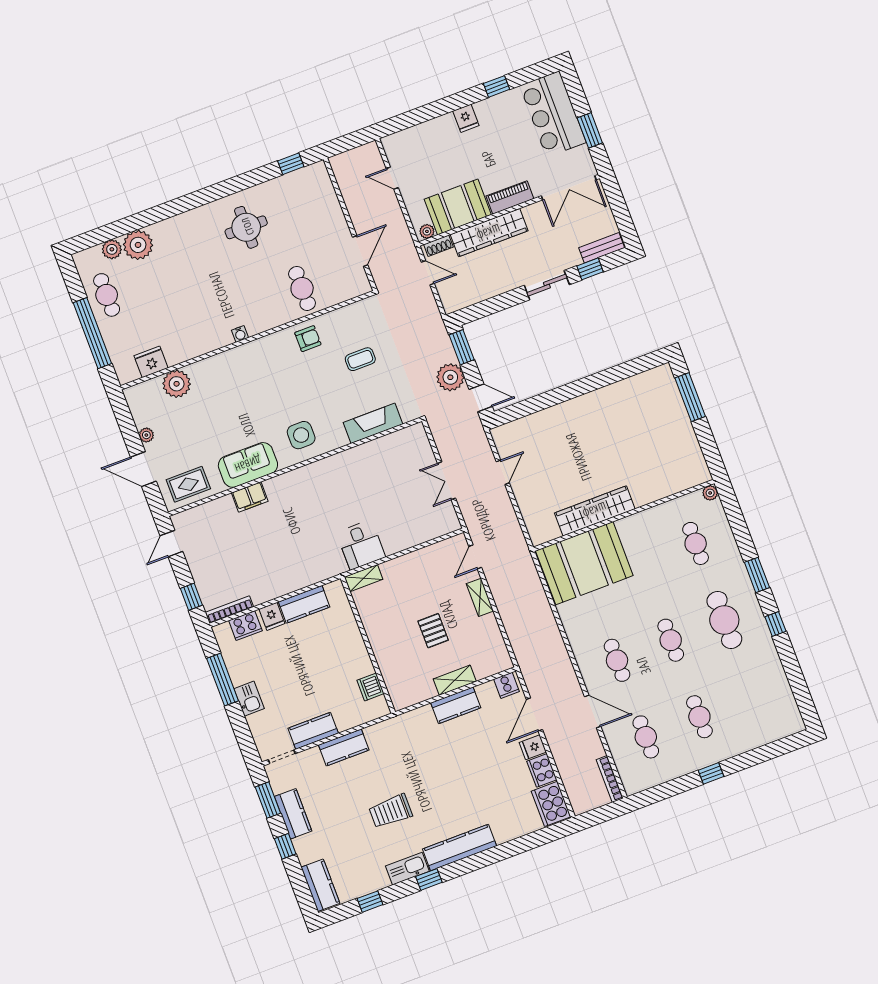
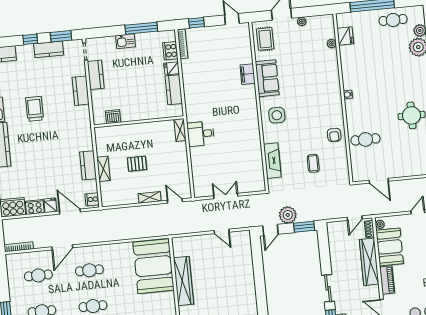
plant: (177, 384) -> (332, 44), width x0.53, depth x0.53

